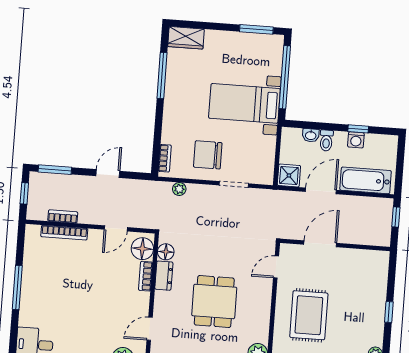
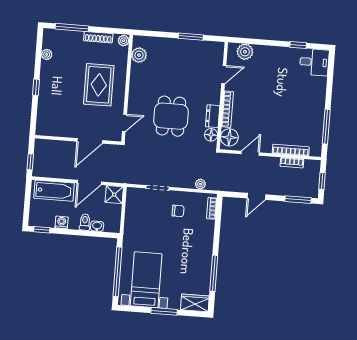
window: (256, 29) -> (164, 311), moved
bed with nightstands: (244, 103) -> (146, 280), moved, turned -90
window: (358, 129) -> (42, 230), moved
chair: (208, 155) -> (178, 211), width x0.54, depth x0.54
bookcase: (146, 276) -> (227, 109), width x1.56
window: (17, 288) -> (326, 127), moved
dining table: (214, 301) -> (171, 116), moved

